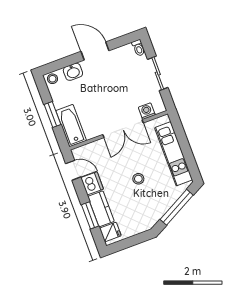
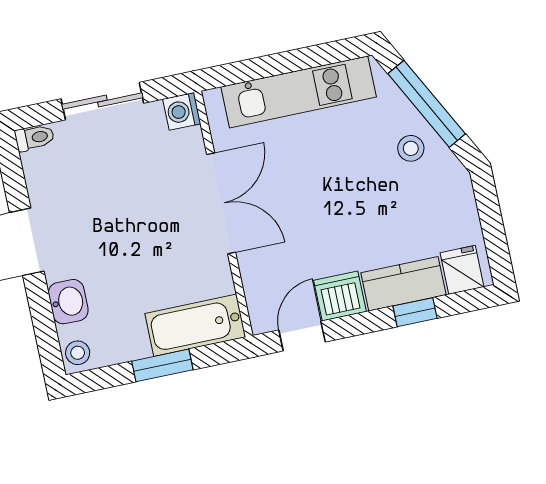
washing machine: (147, 111) -> (182, 111), moved
stool: (138, 179) -> (411, 148), moved
window: (90, 215) -> (415, 312), width x0.67

